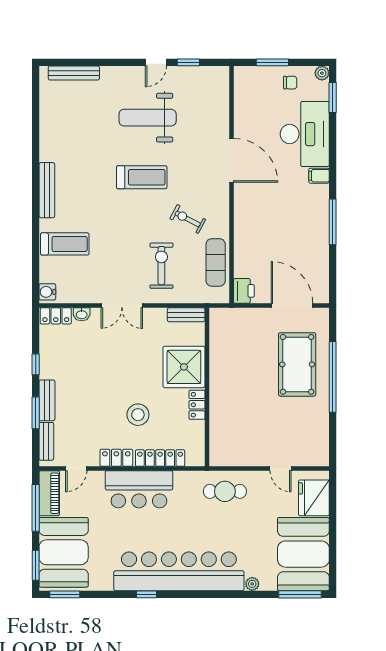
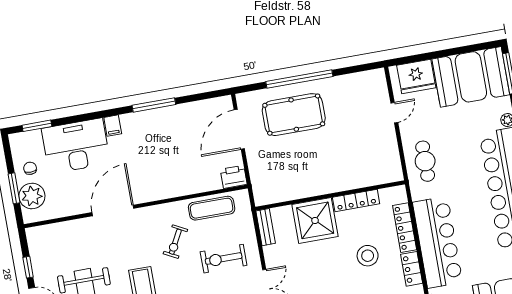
plant: (322, 73) -> (32, 196), moved, width x1.87, depth x1.87
locker: (197, 405) -> (356, 201), width x1.53
bar counter: (139, 489) -> (438, 242), width x1.36

